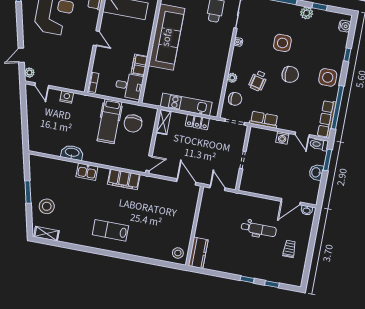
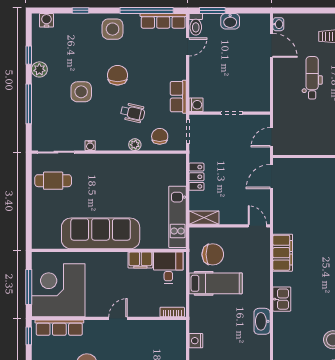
kitchen unit: (186, 104) -> (178, 217), moved
washing machine: (282, 138) -> (196, 105), moved

